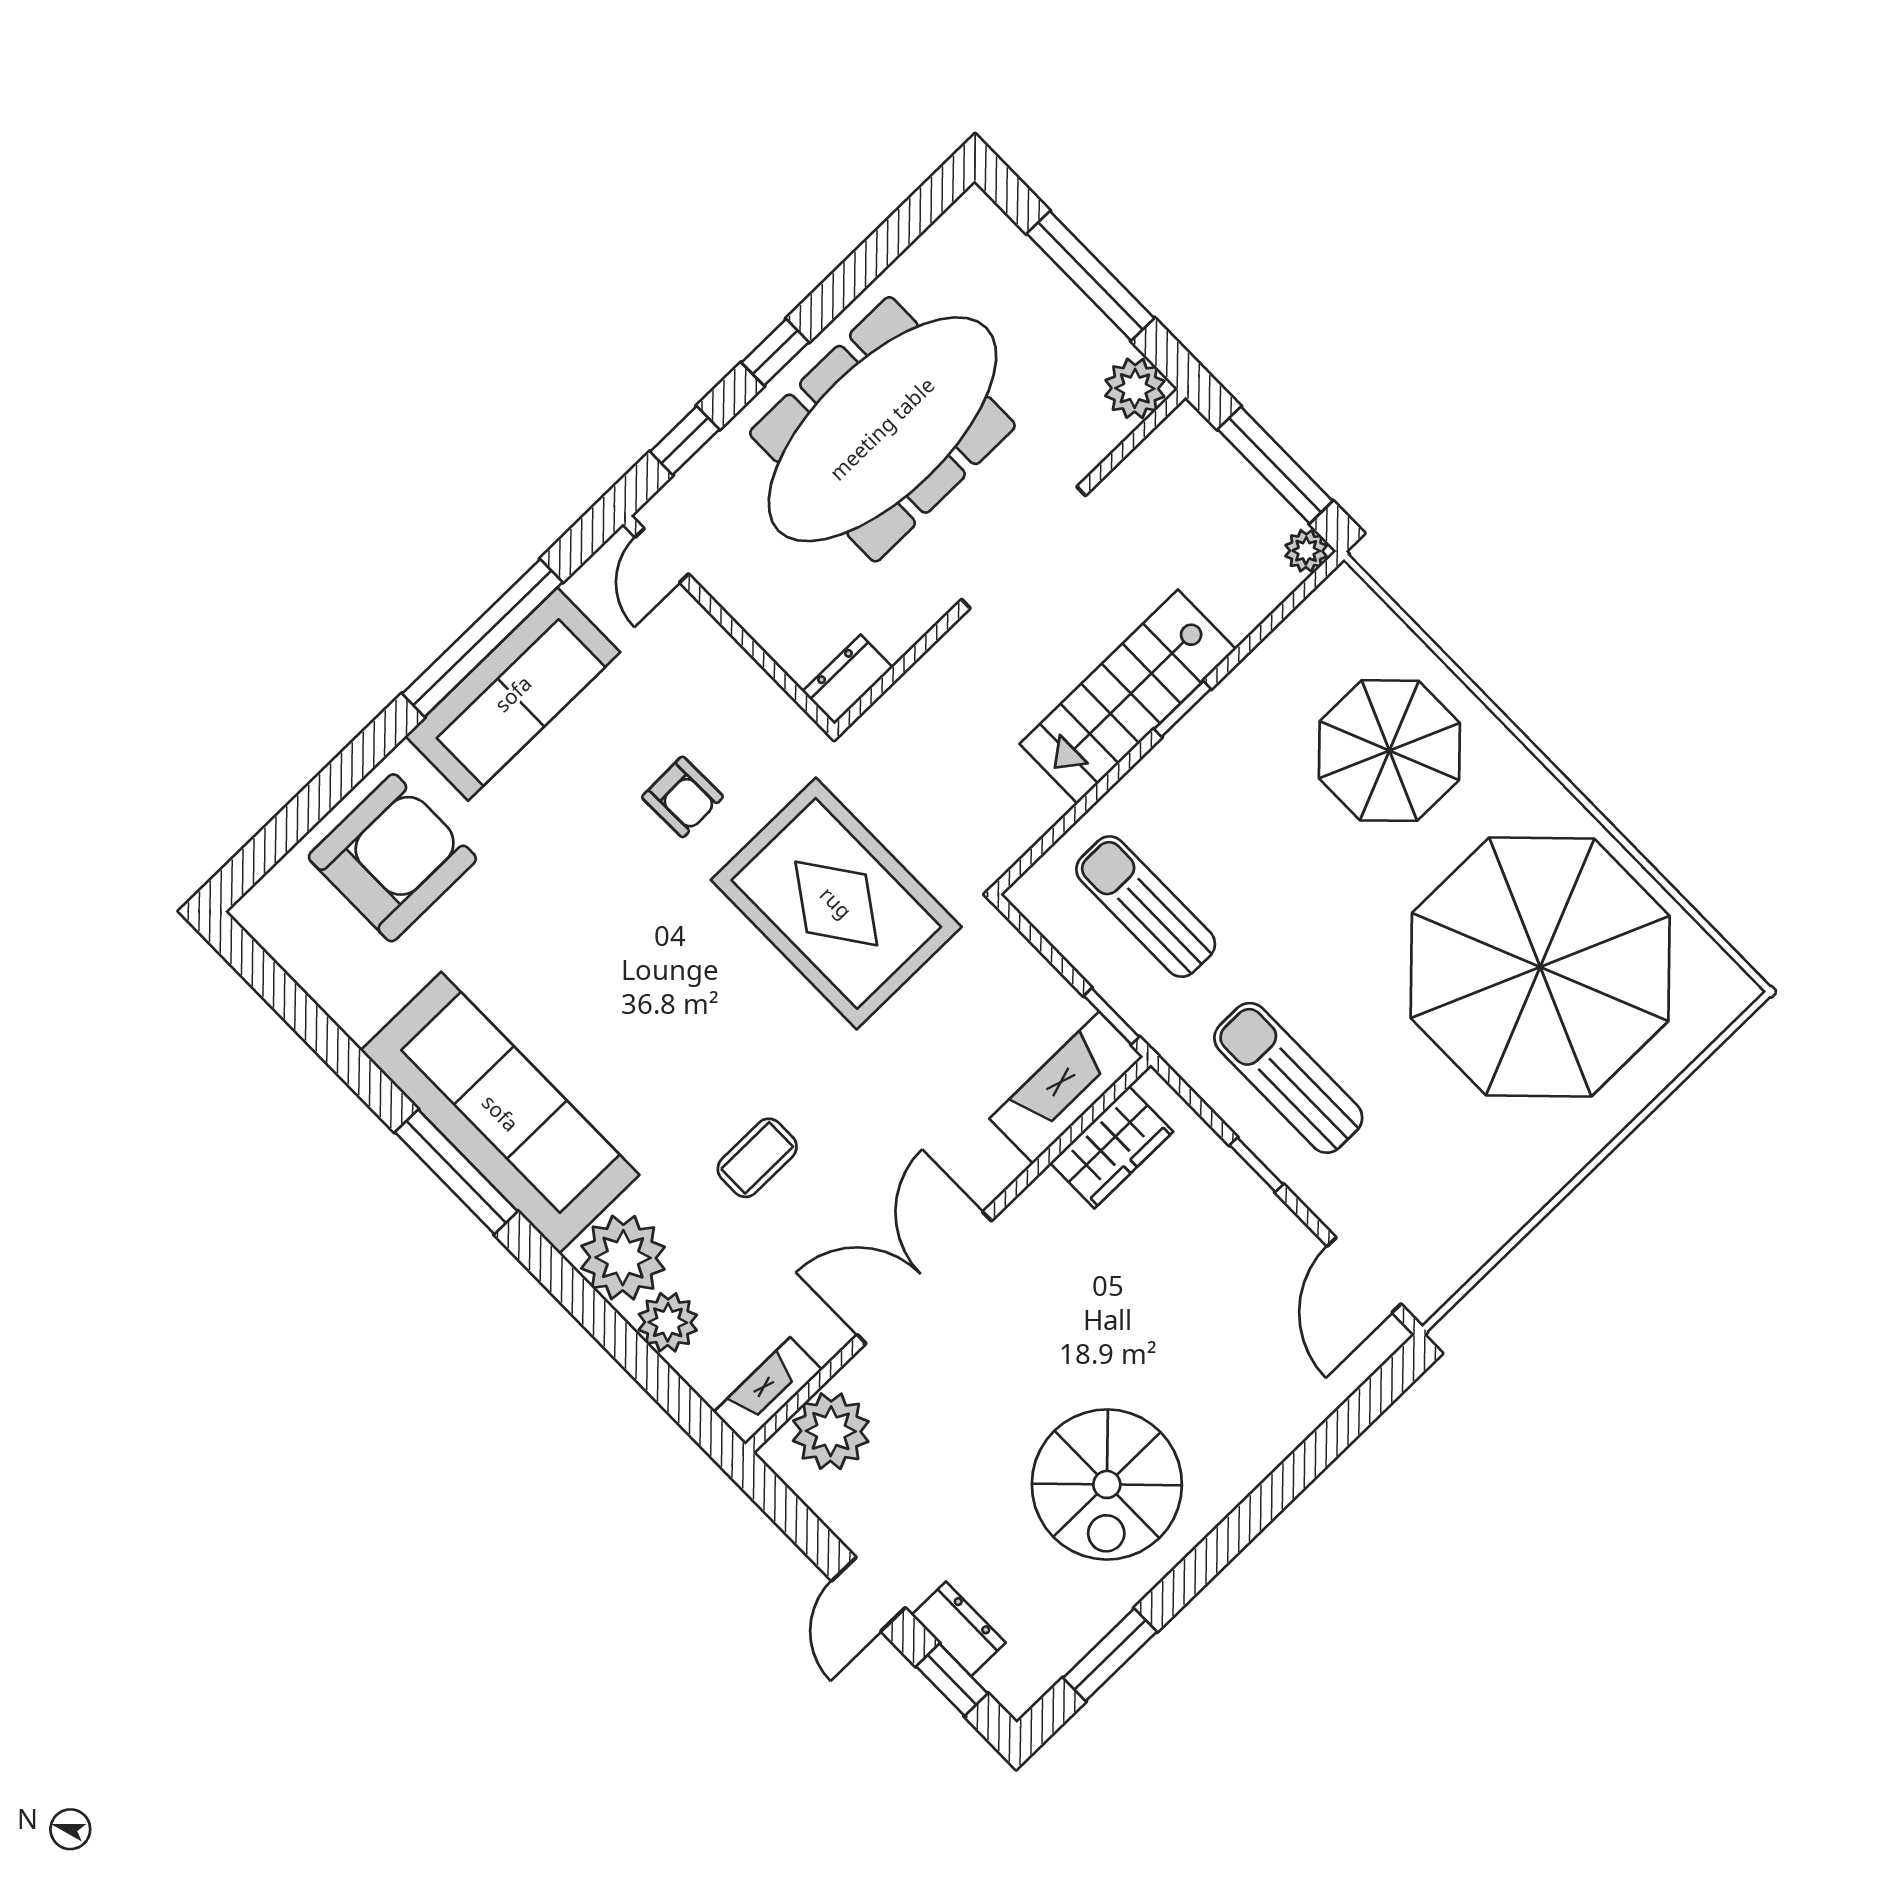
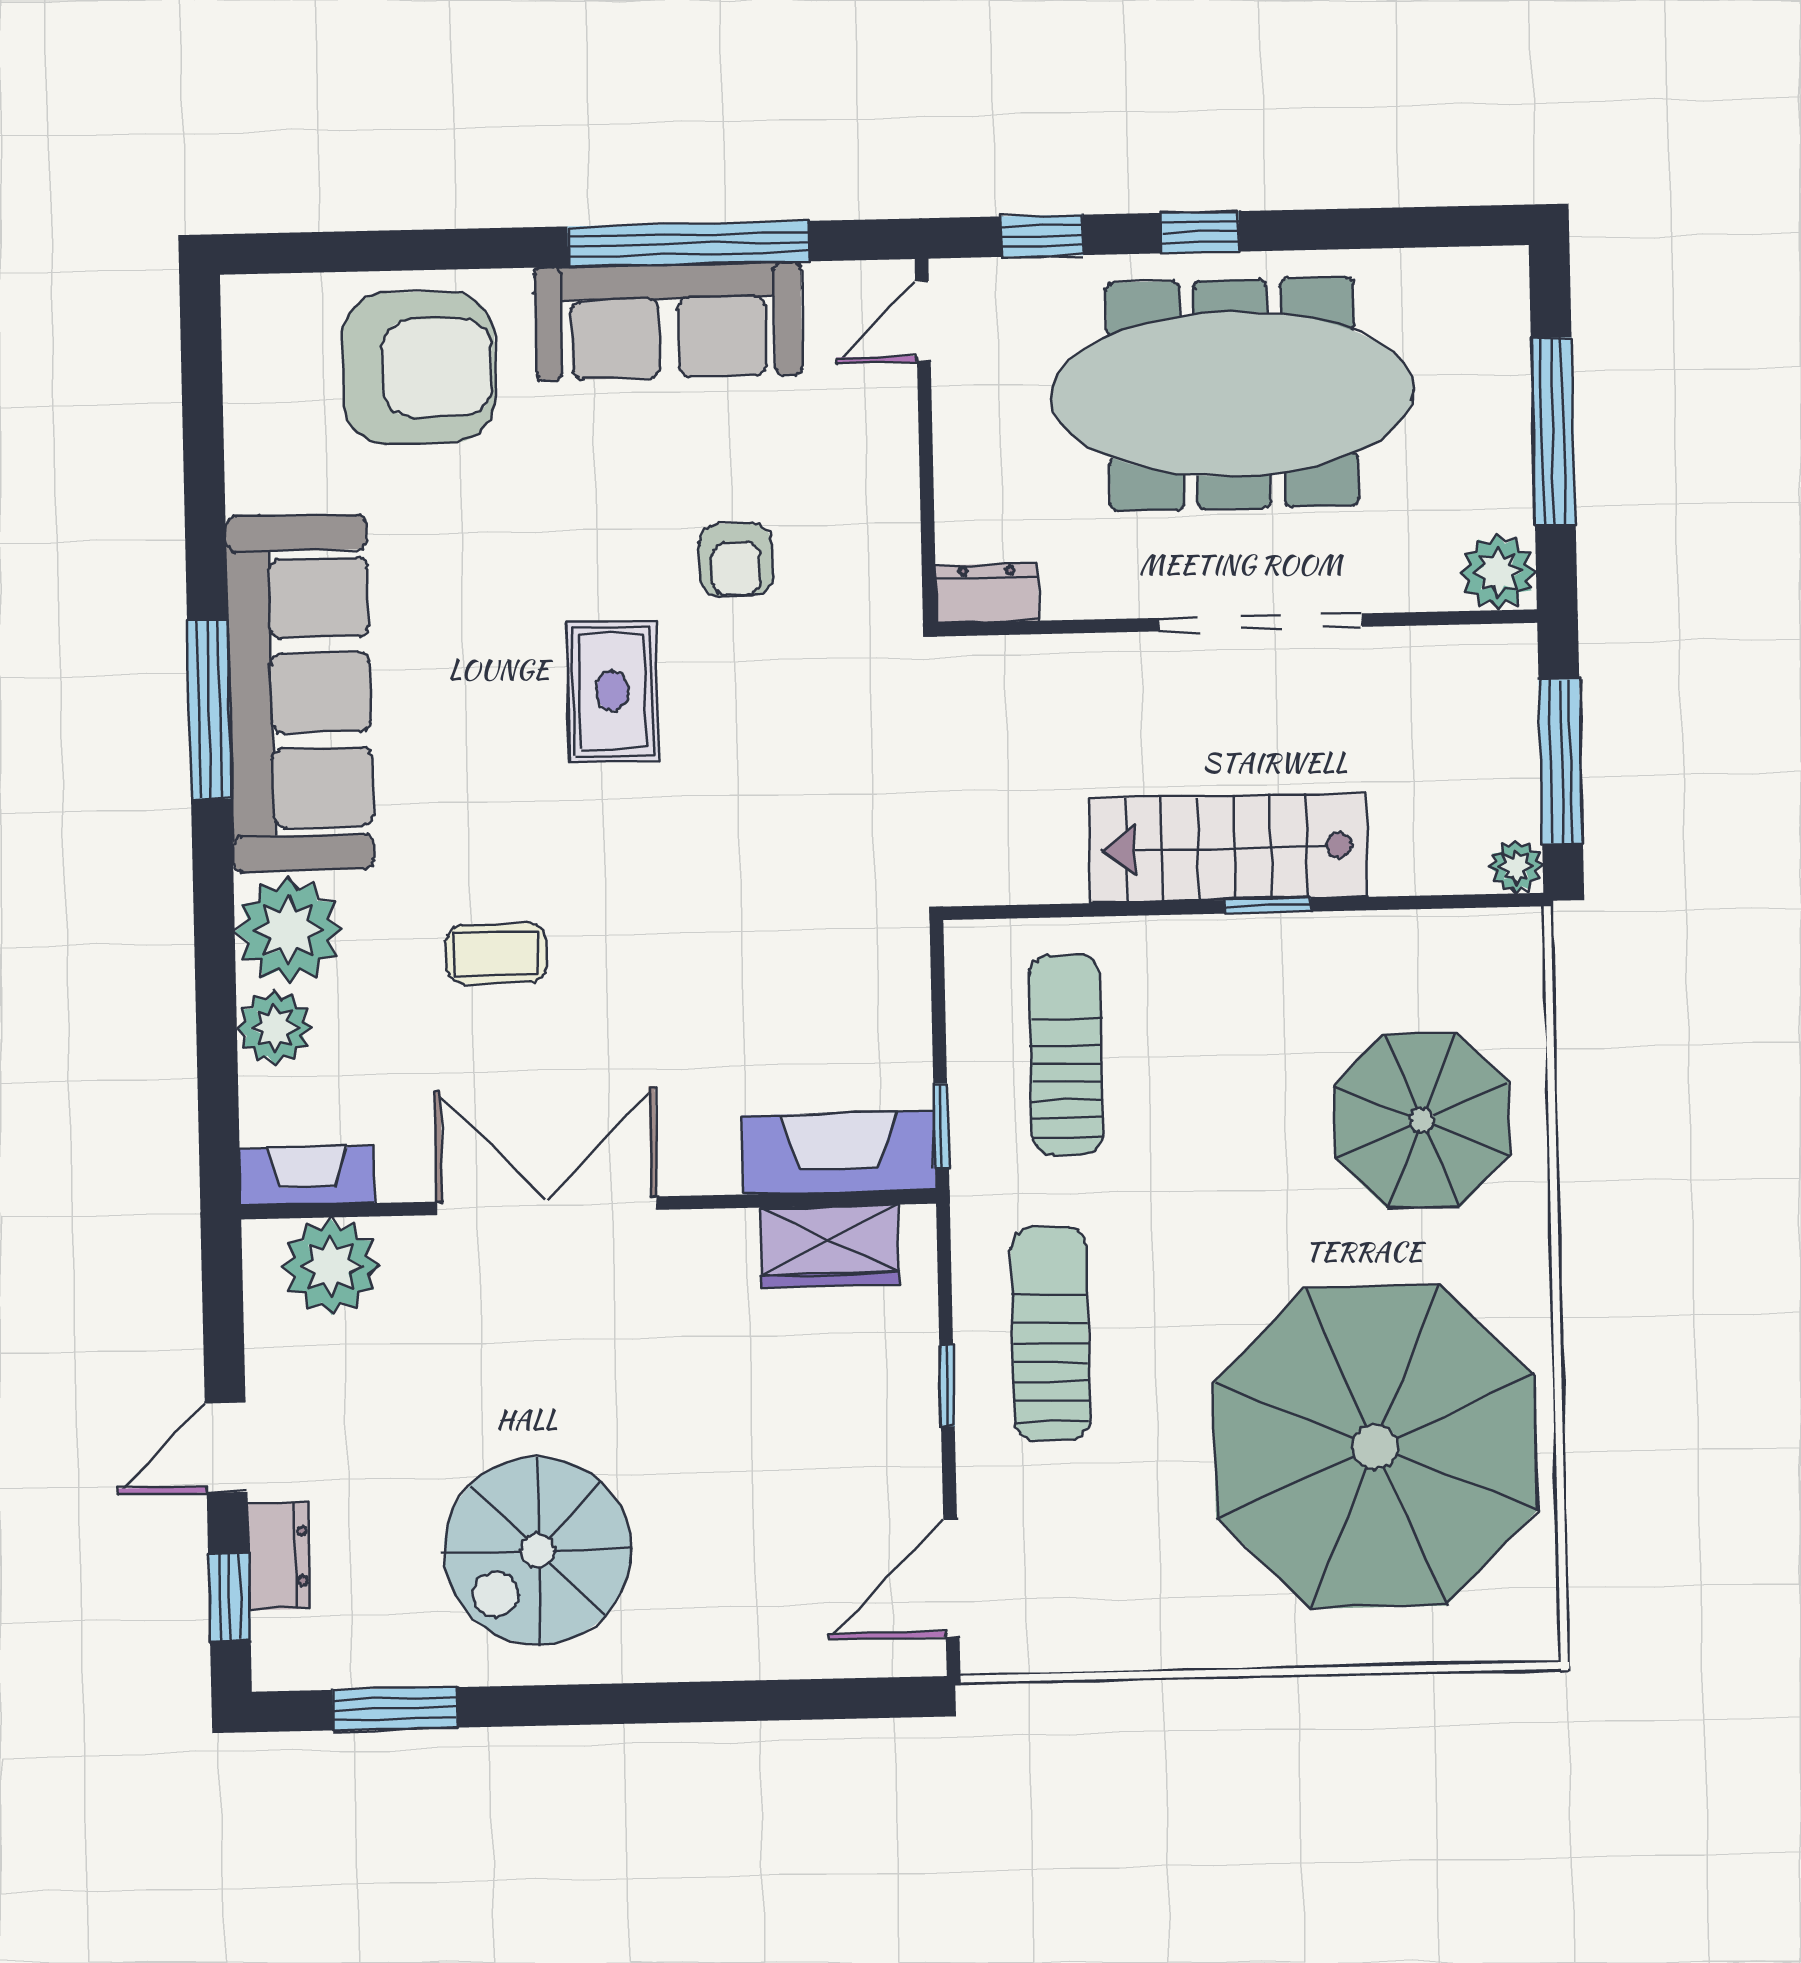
rug: (836, 903) -> (612, 691), moved, width x0.54, depth x0.49

